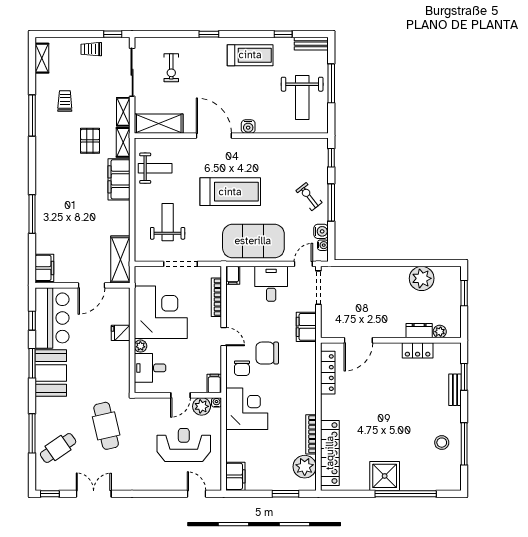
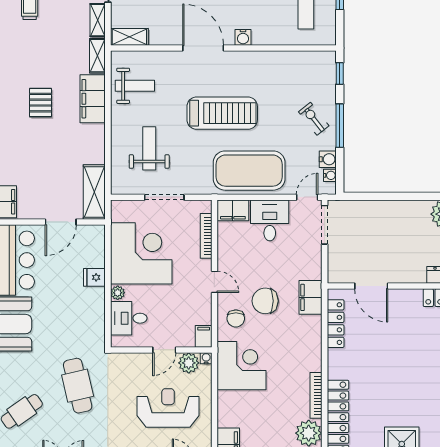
shelving: (159, 124) -> (129, 37), width x0.67, depth x0.75
pallet: (90, 141) -> (40, 103), moved
filing cabinet: (233, 275) -> (233, 210), width x2.00
filing cabinet: (306, 327) -> (311, 297), moved
door: (358, 340) -> (371, 286), hinge flipped

